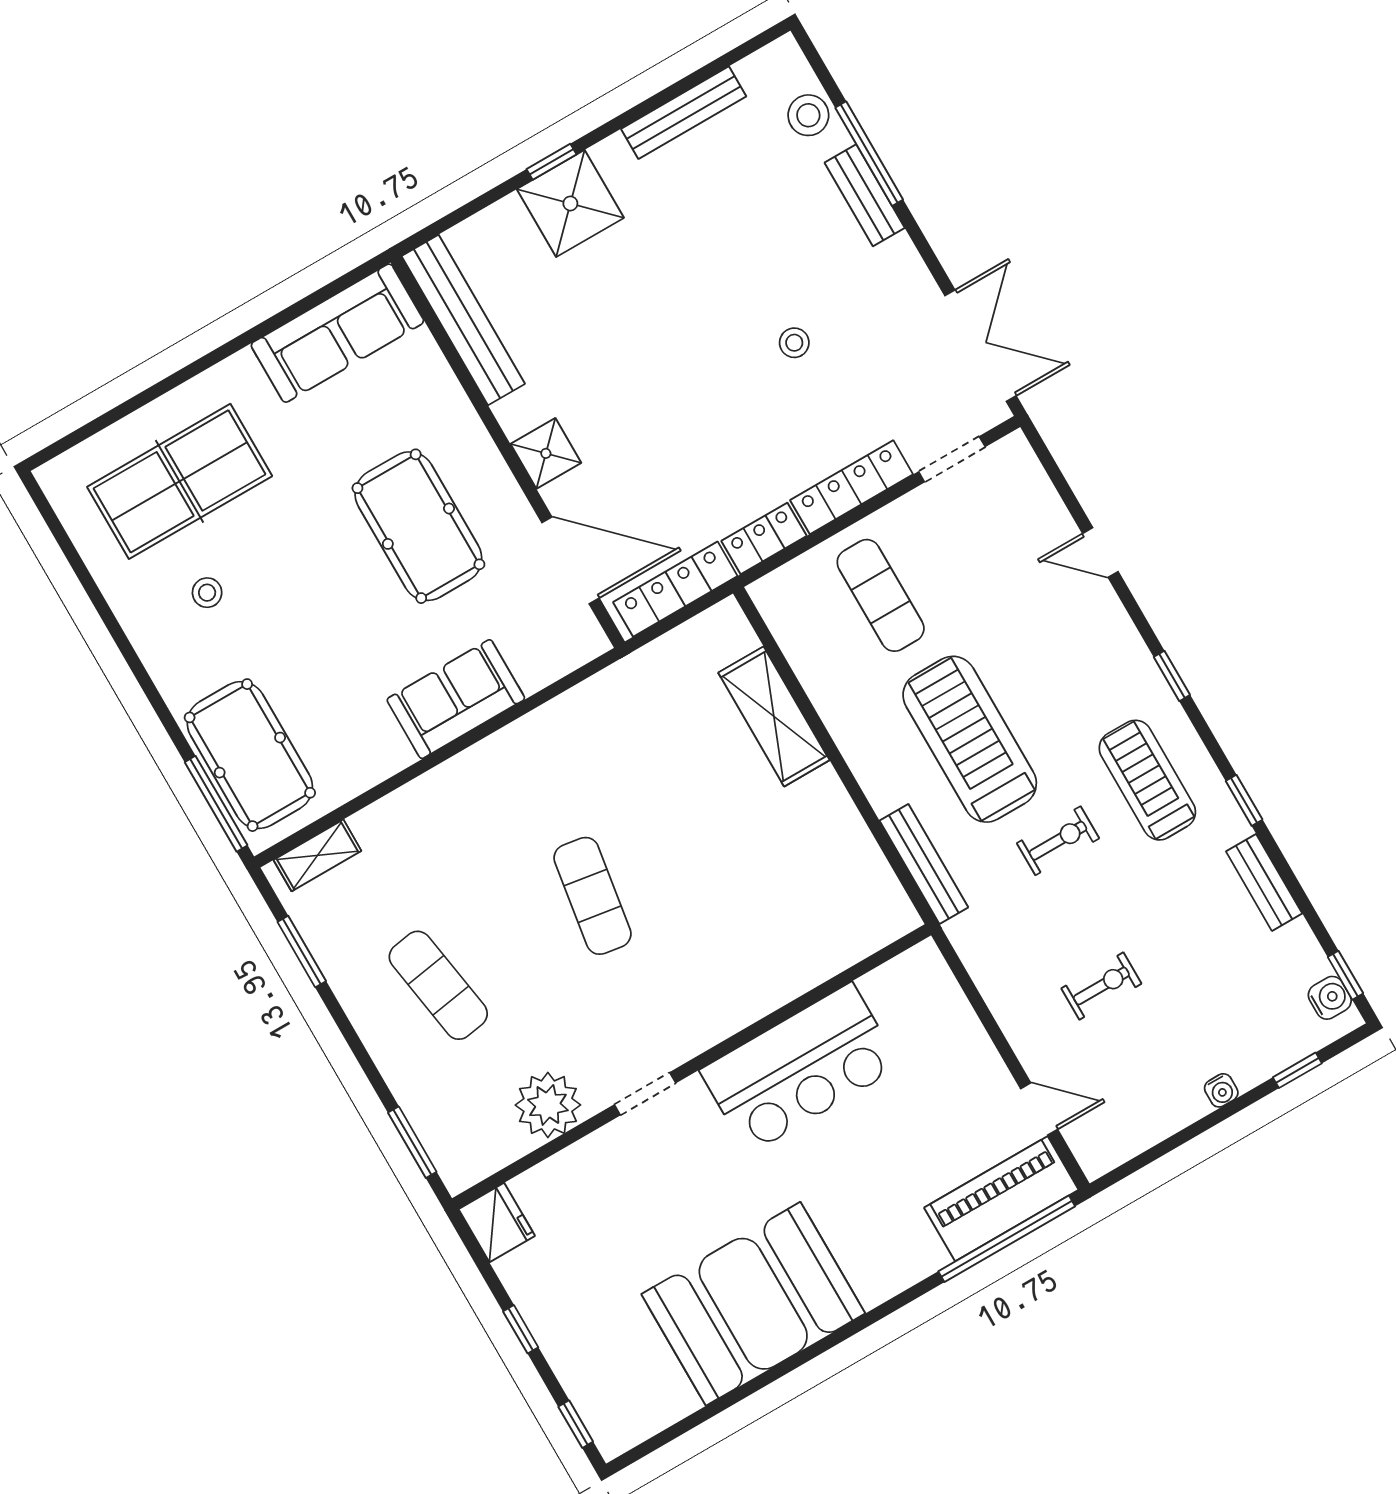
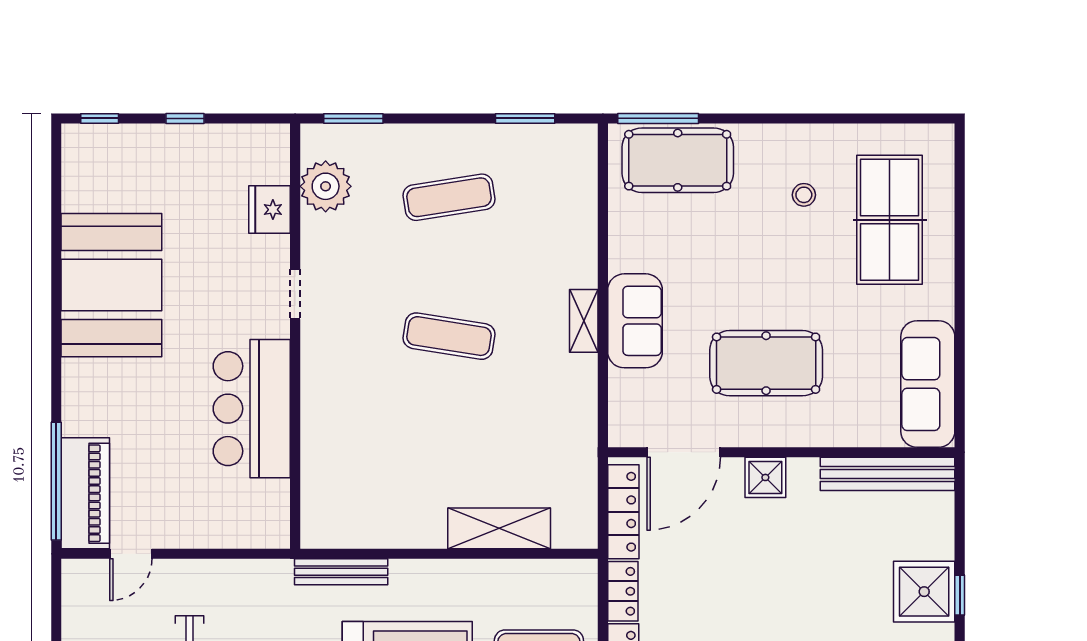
shelving: (317, 855) -> (584, 321), moved
plant: (548, 1105) -> (326, 186), moved
fridge: (497, 1223) -> (270, 210), moved, turned 90

